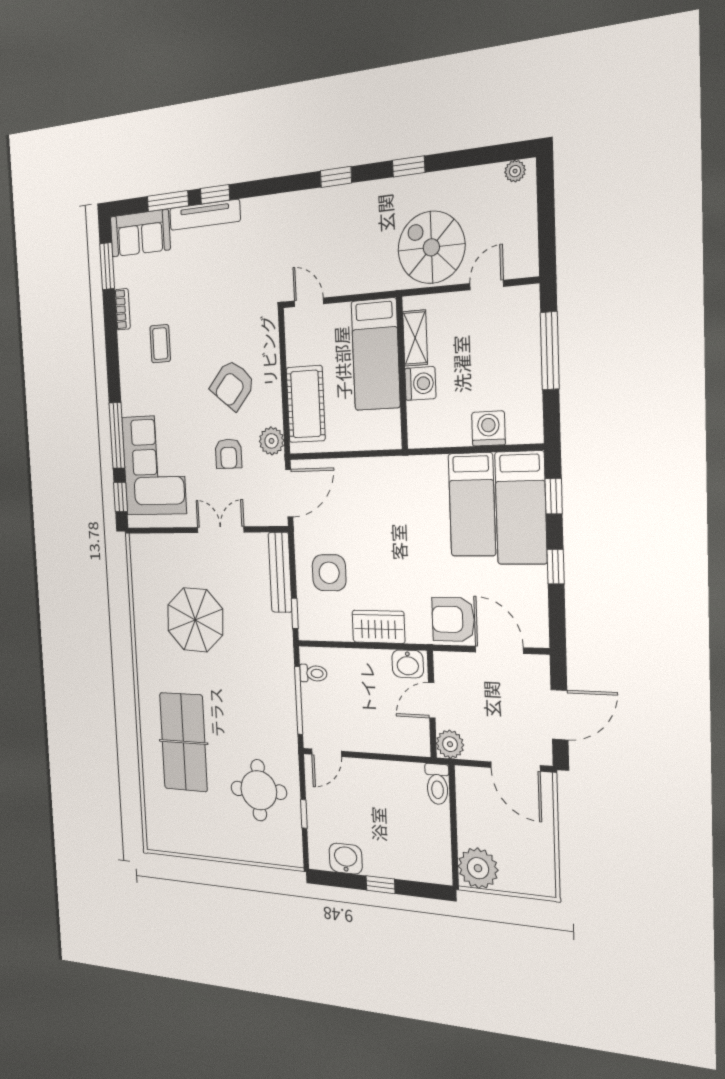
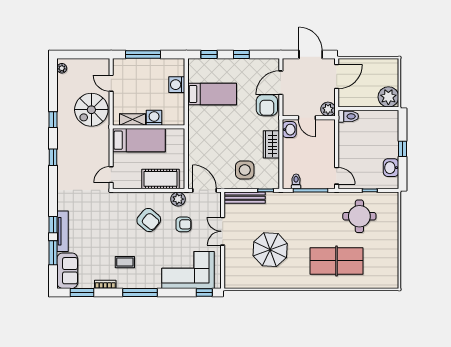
window: (117, 435) -> (140, 293), moved
bed: (521, 508) -> (214, 70), removed

